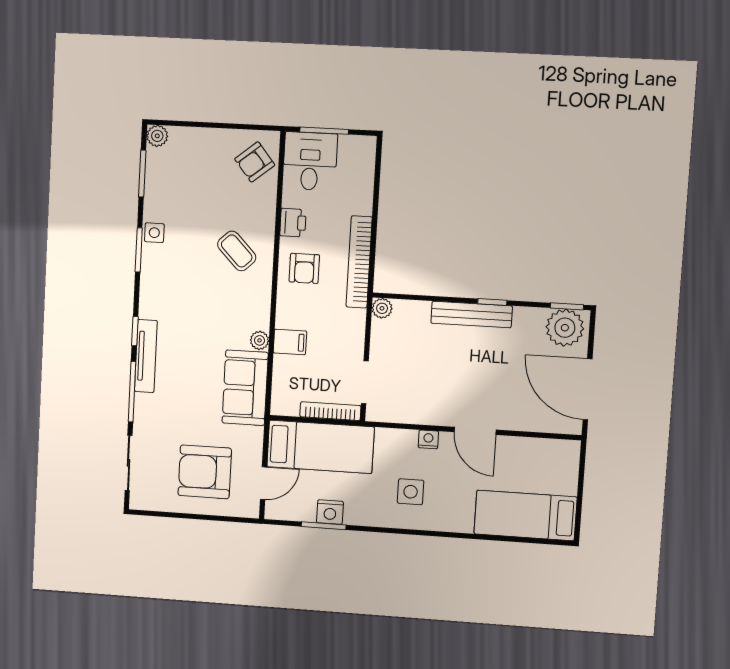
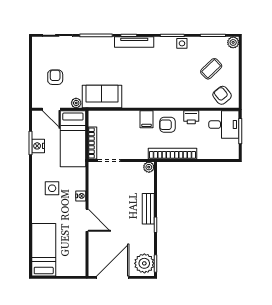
coffee table: (237, 251) -> (211, 69), moved
bench: (472, 315) -> (148, 209), width x0.73
plant: (260, 340) -> (76, 103), moved
filing cabinet: (290, 342) -> (147, 119), moved
tv unit: (146, 356) -> (134, 42), moved
door: (475, 431) -> (87, 220), swing flipped
armchair: (205, 472) -> (55, 77), width x0.53, depth x0.53

